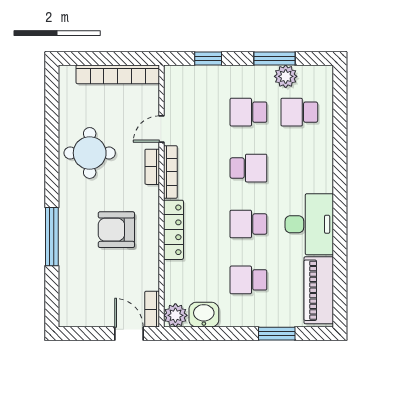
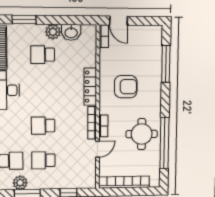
school desk: (248, 112) -> (43, 160), turned 180
window: (52, 138) -> (164, 143), added
school desk: (248, 224) -> (43, 90), removed
window: (52, 237) -> (166, 64), moved
school desk: (248, 280) -> (43, 55), turned 180
plant: (175, 315) -> (53, 32), moved

